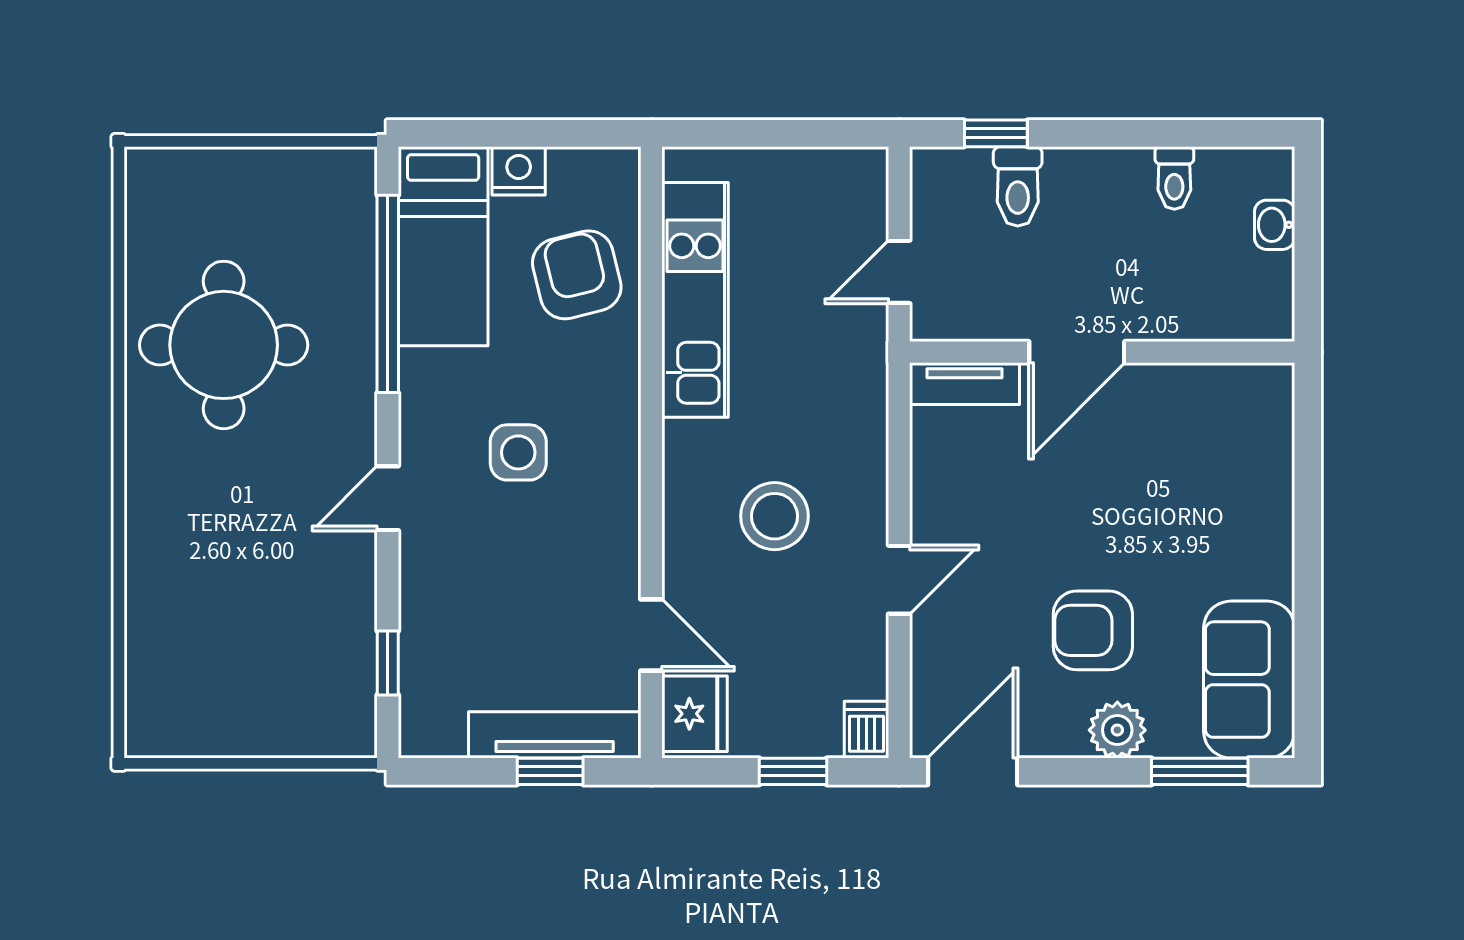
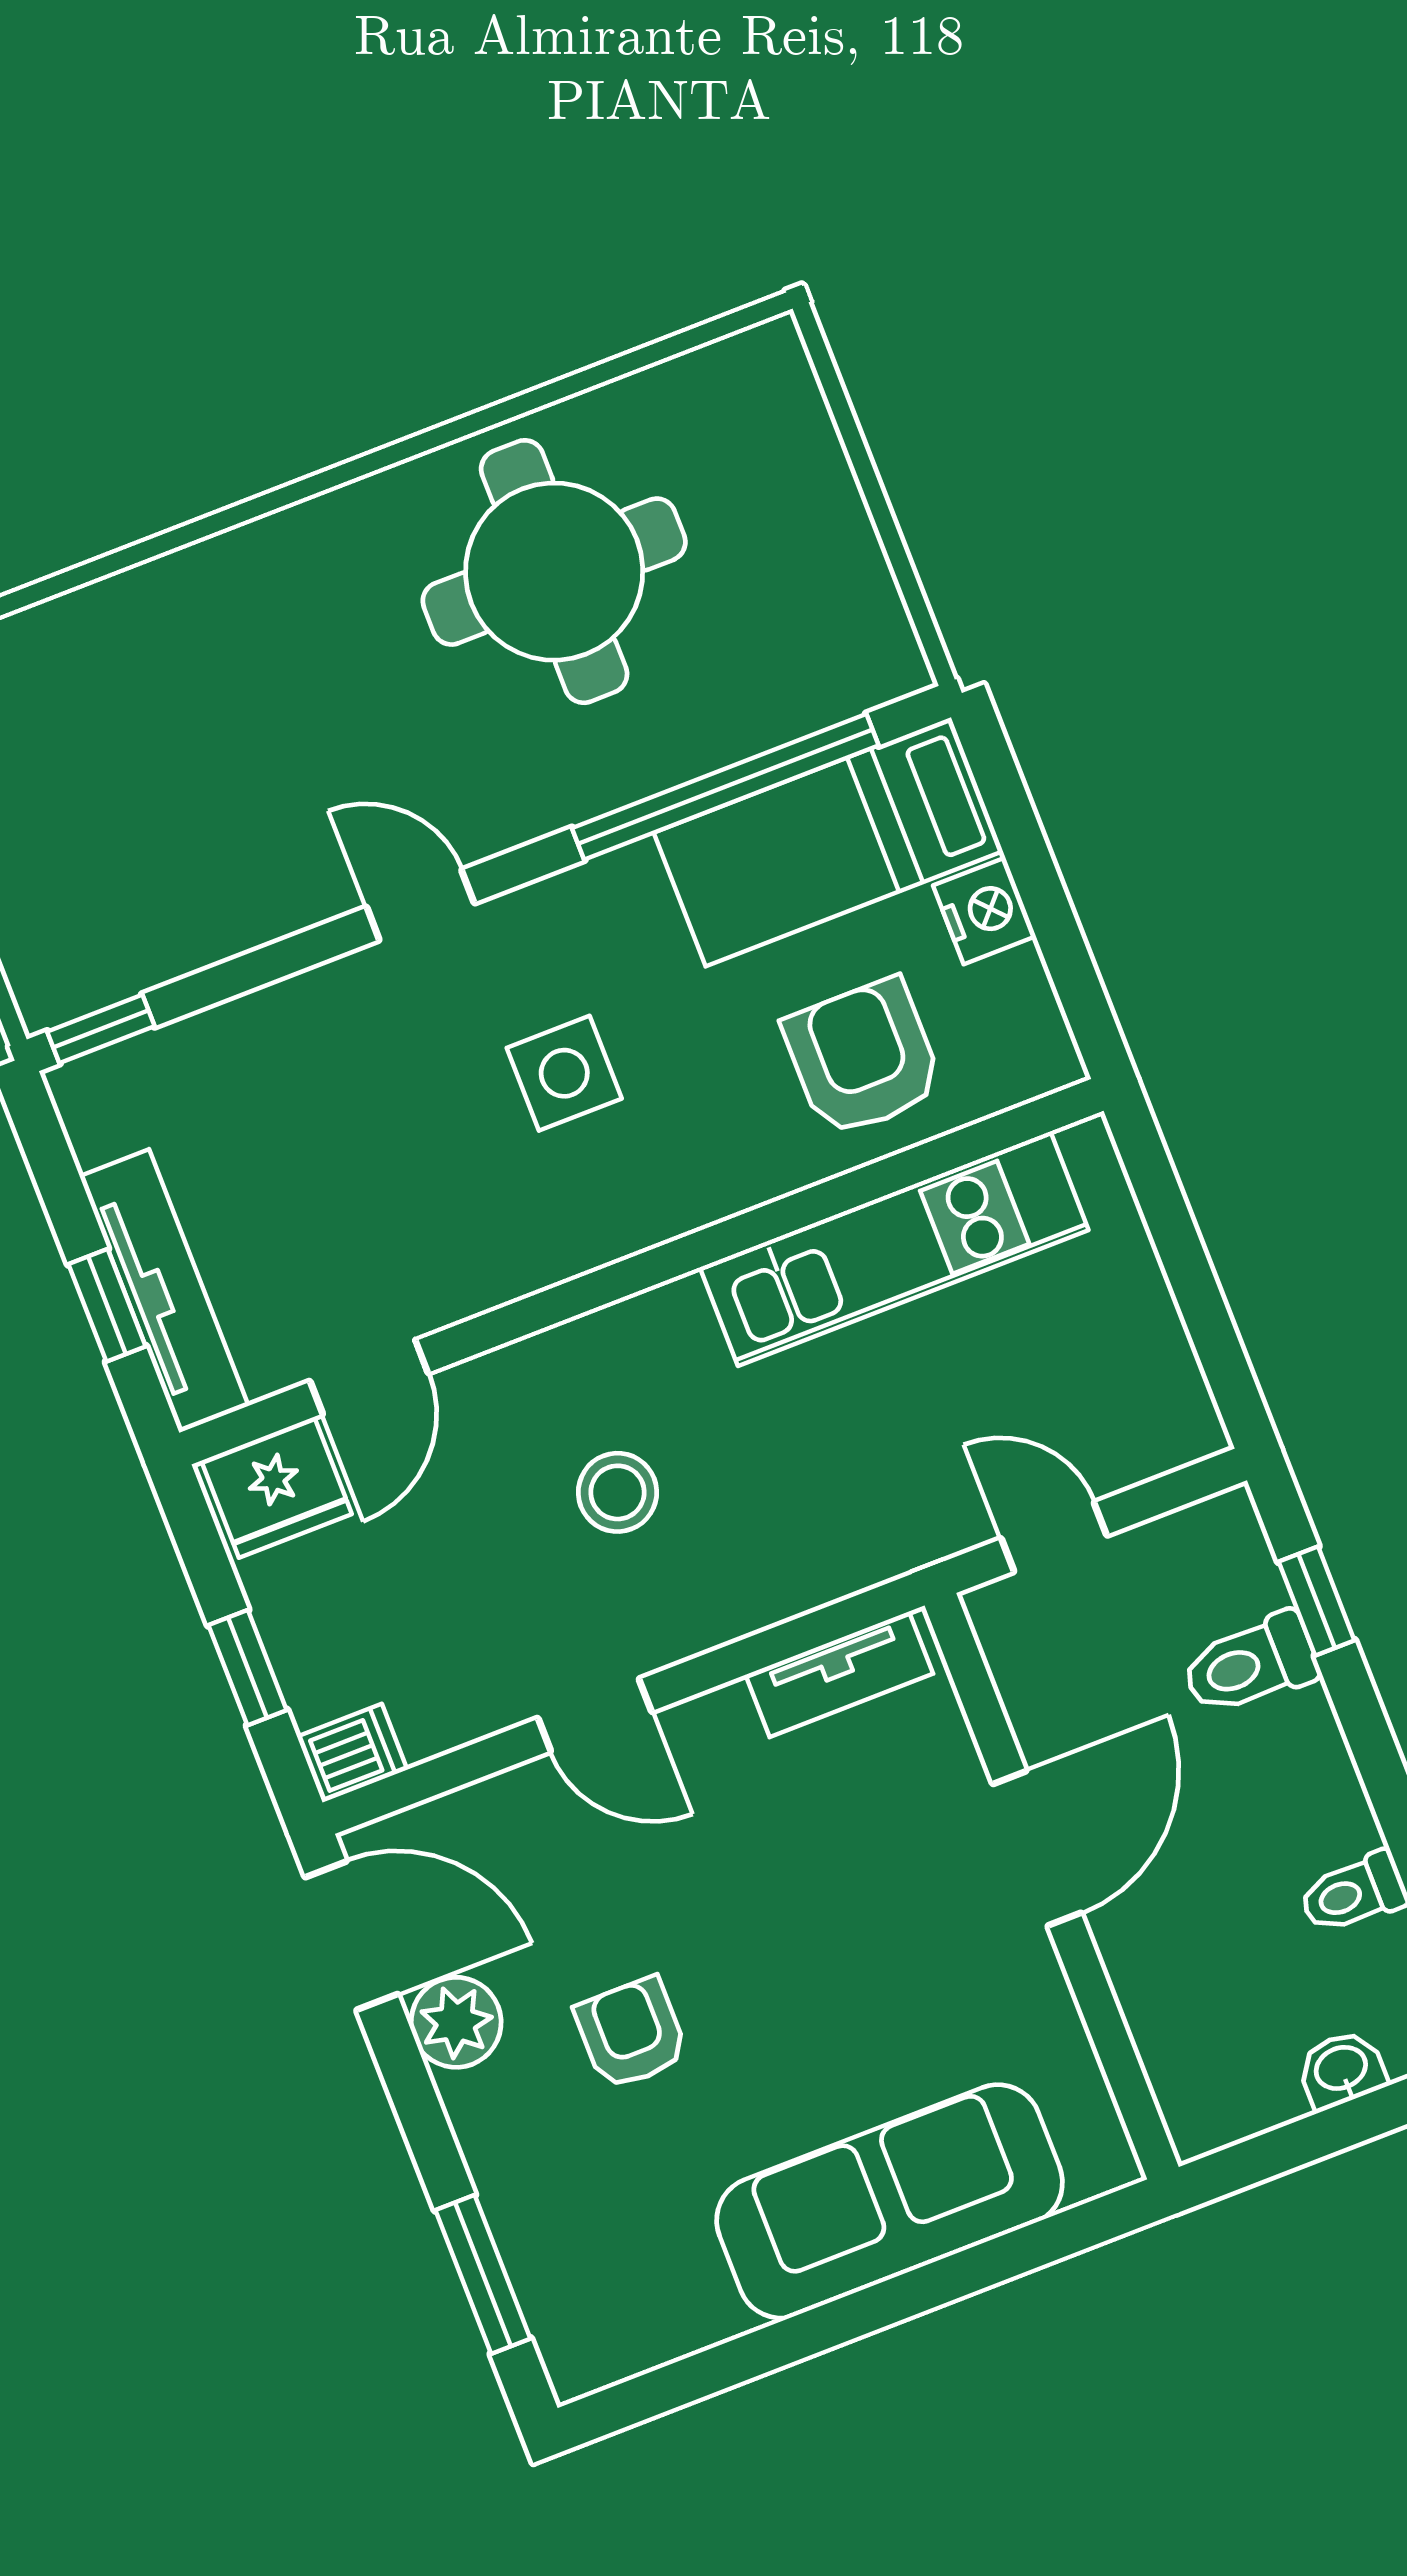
armchair: (577, 275) -> (863, 1058), turned -76
door: (1077, 352) -> (1037, 1848), swing flipped
tv unit: (965, 384) -> (839, 1674), moved, turned -90
stool: (775, 516) -> (617, 1492), width x0.73, depth x0.73
armchair: (1093, 630) -> (631, 2033), width x0.72, depth x0.72
window: (388, 663) -> (101, 1029), moved
sofa: (1249, 680) -> (890, 2201), moved, width x1.36
plant: (1117, 730) -> (456, 2022), moved

